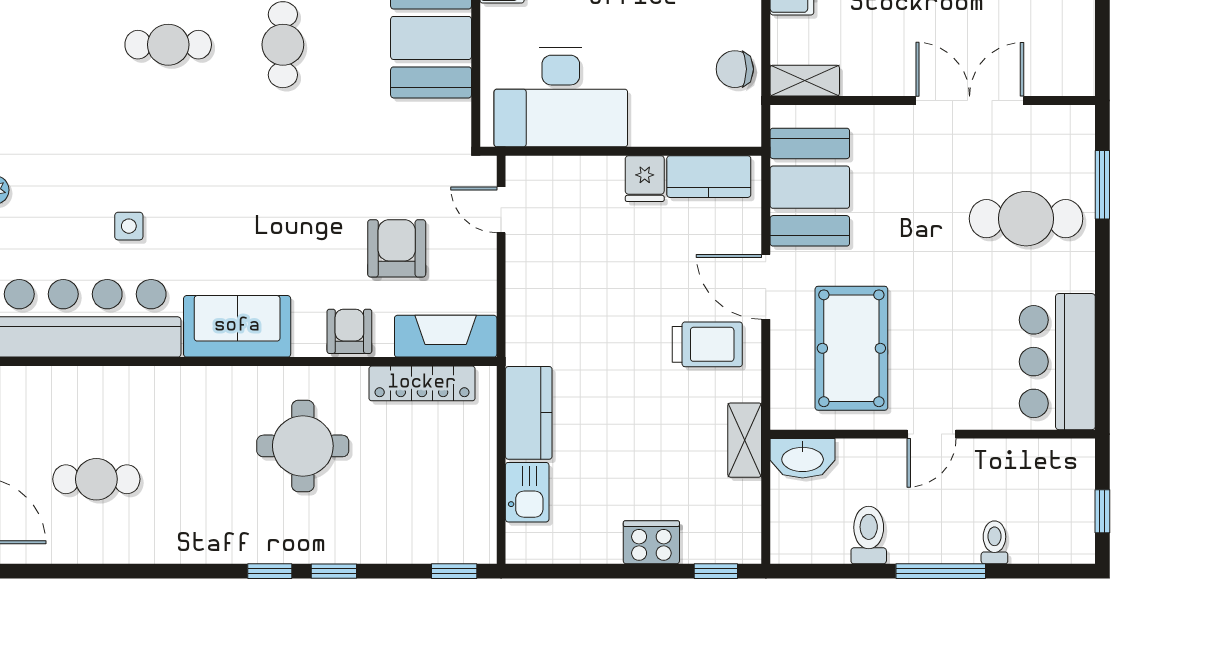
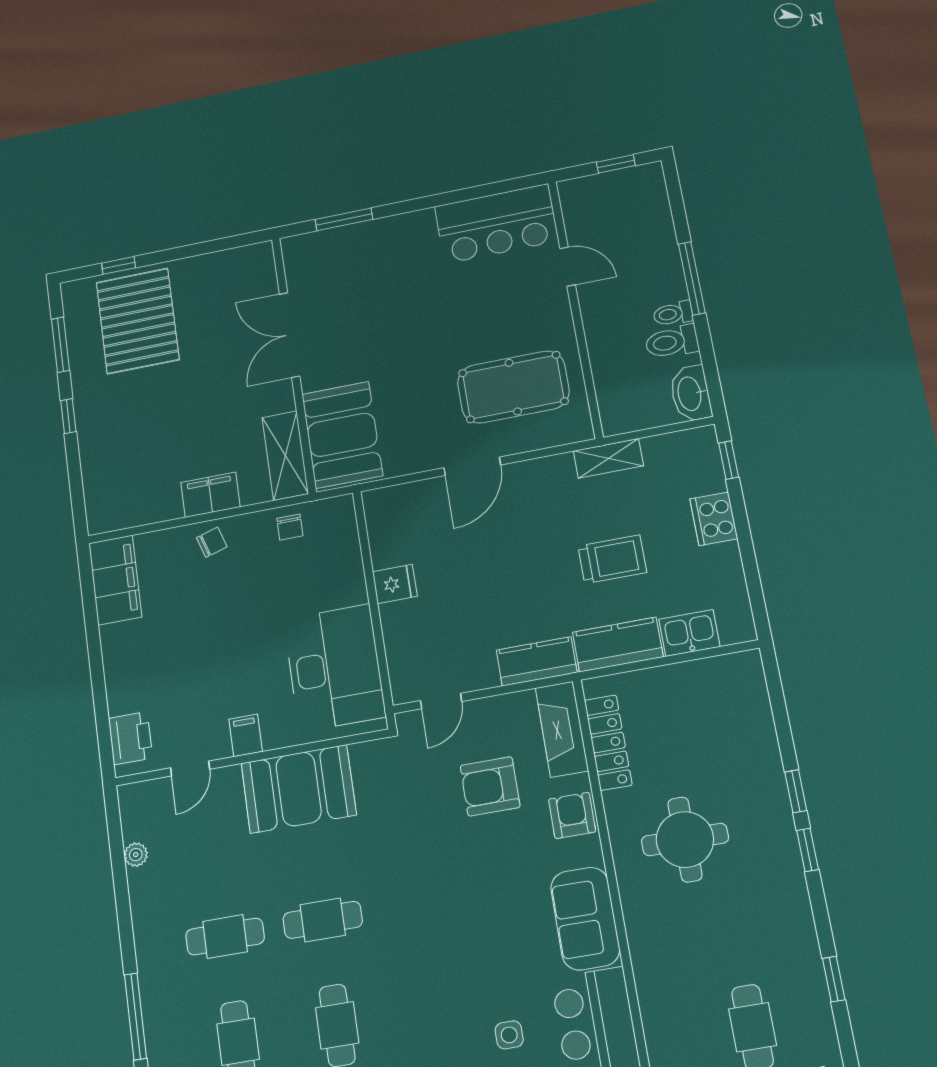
chair: (735, 69) -> (290, 527), width x0.73, depth x0.73
shelving: (805, 81) -> (285, 455), width x1.50, depth x1.33
kitchen counter: (709, 177) -> (537, 661), moved, turned -90
booth: (810, 187) -> (342, 435), moved, turned 90
cafe table: (1026, 219) -> (381, 272), removed
armchair: (349, 331) -> (572, 815), turned 90
trolley: (707, 344) -> (612, 559), moved, turned 90
door: (931, 434) -> (568, 267), moved
washbasin: (803, 458) -> (690, 394), moved, turned 180
toilet: (994, 542) -> (673, 314), moved
window: (454, 571) -> (834, 979), moved

